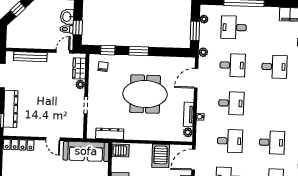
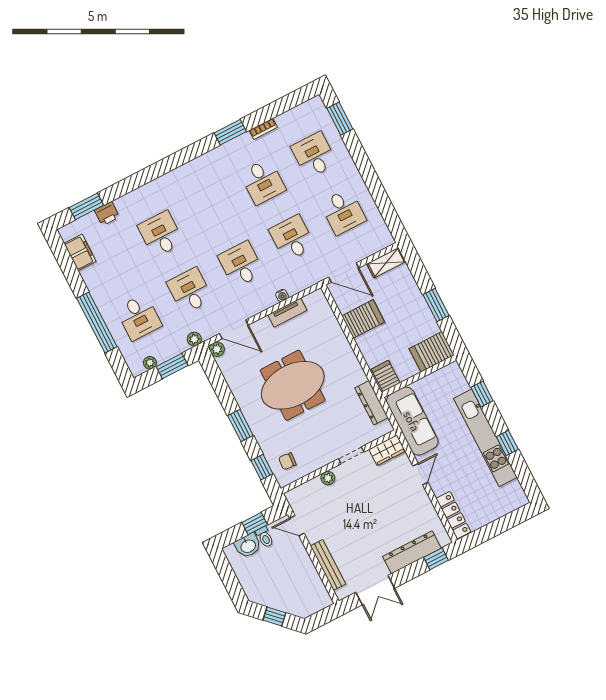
wardrobe: (79, 68) -> (387, 450), moved
meeting table: (145, 94) -> (293, 385), turned 90
plant: (188, 132) -> (217, 349), moved
desk: (272, 142) -> (263, 181), turned 180

